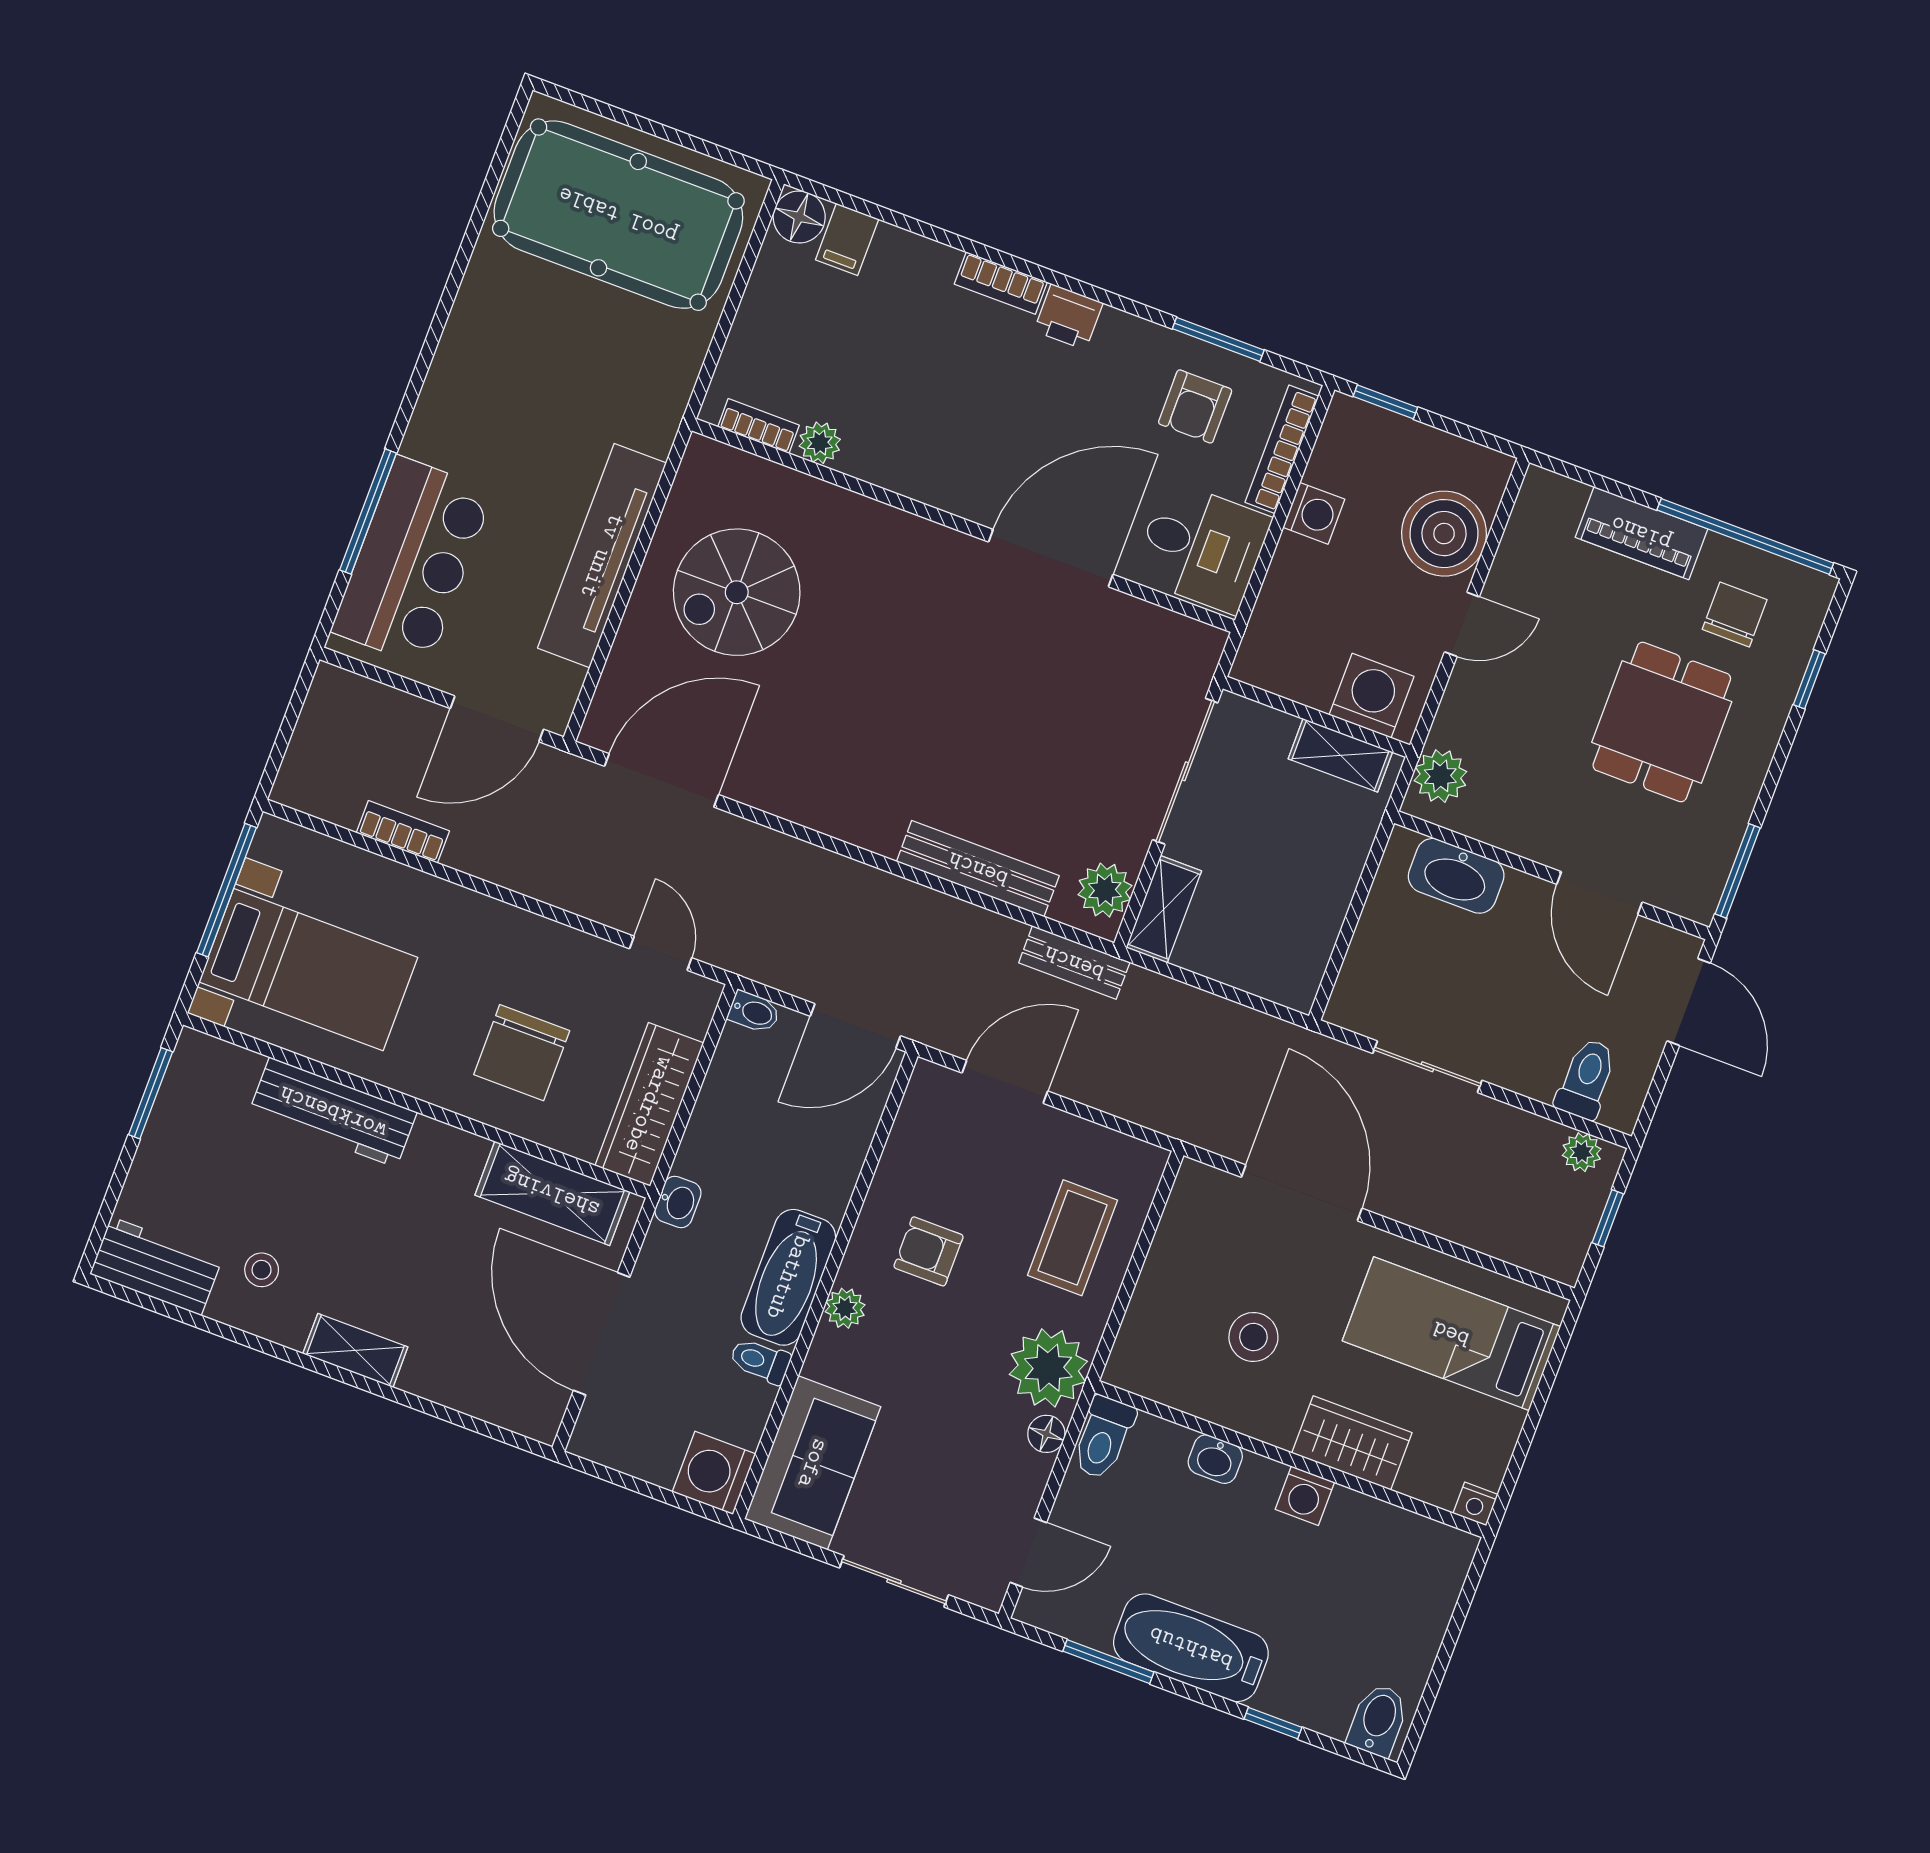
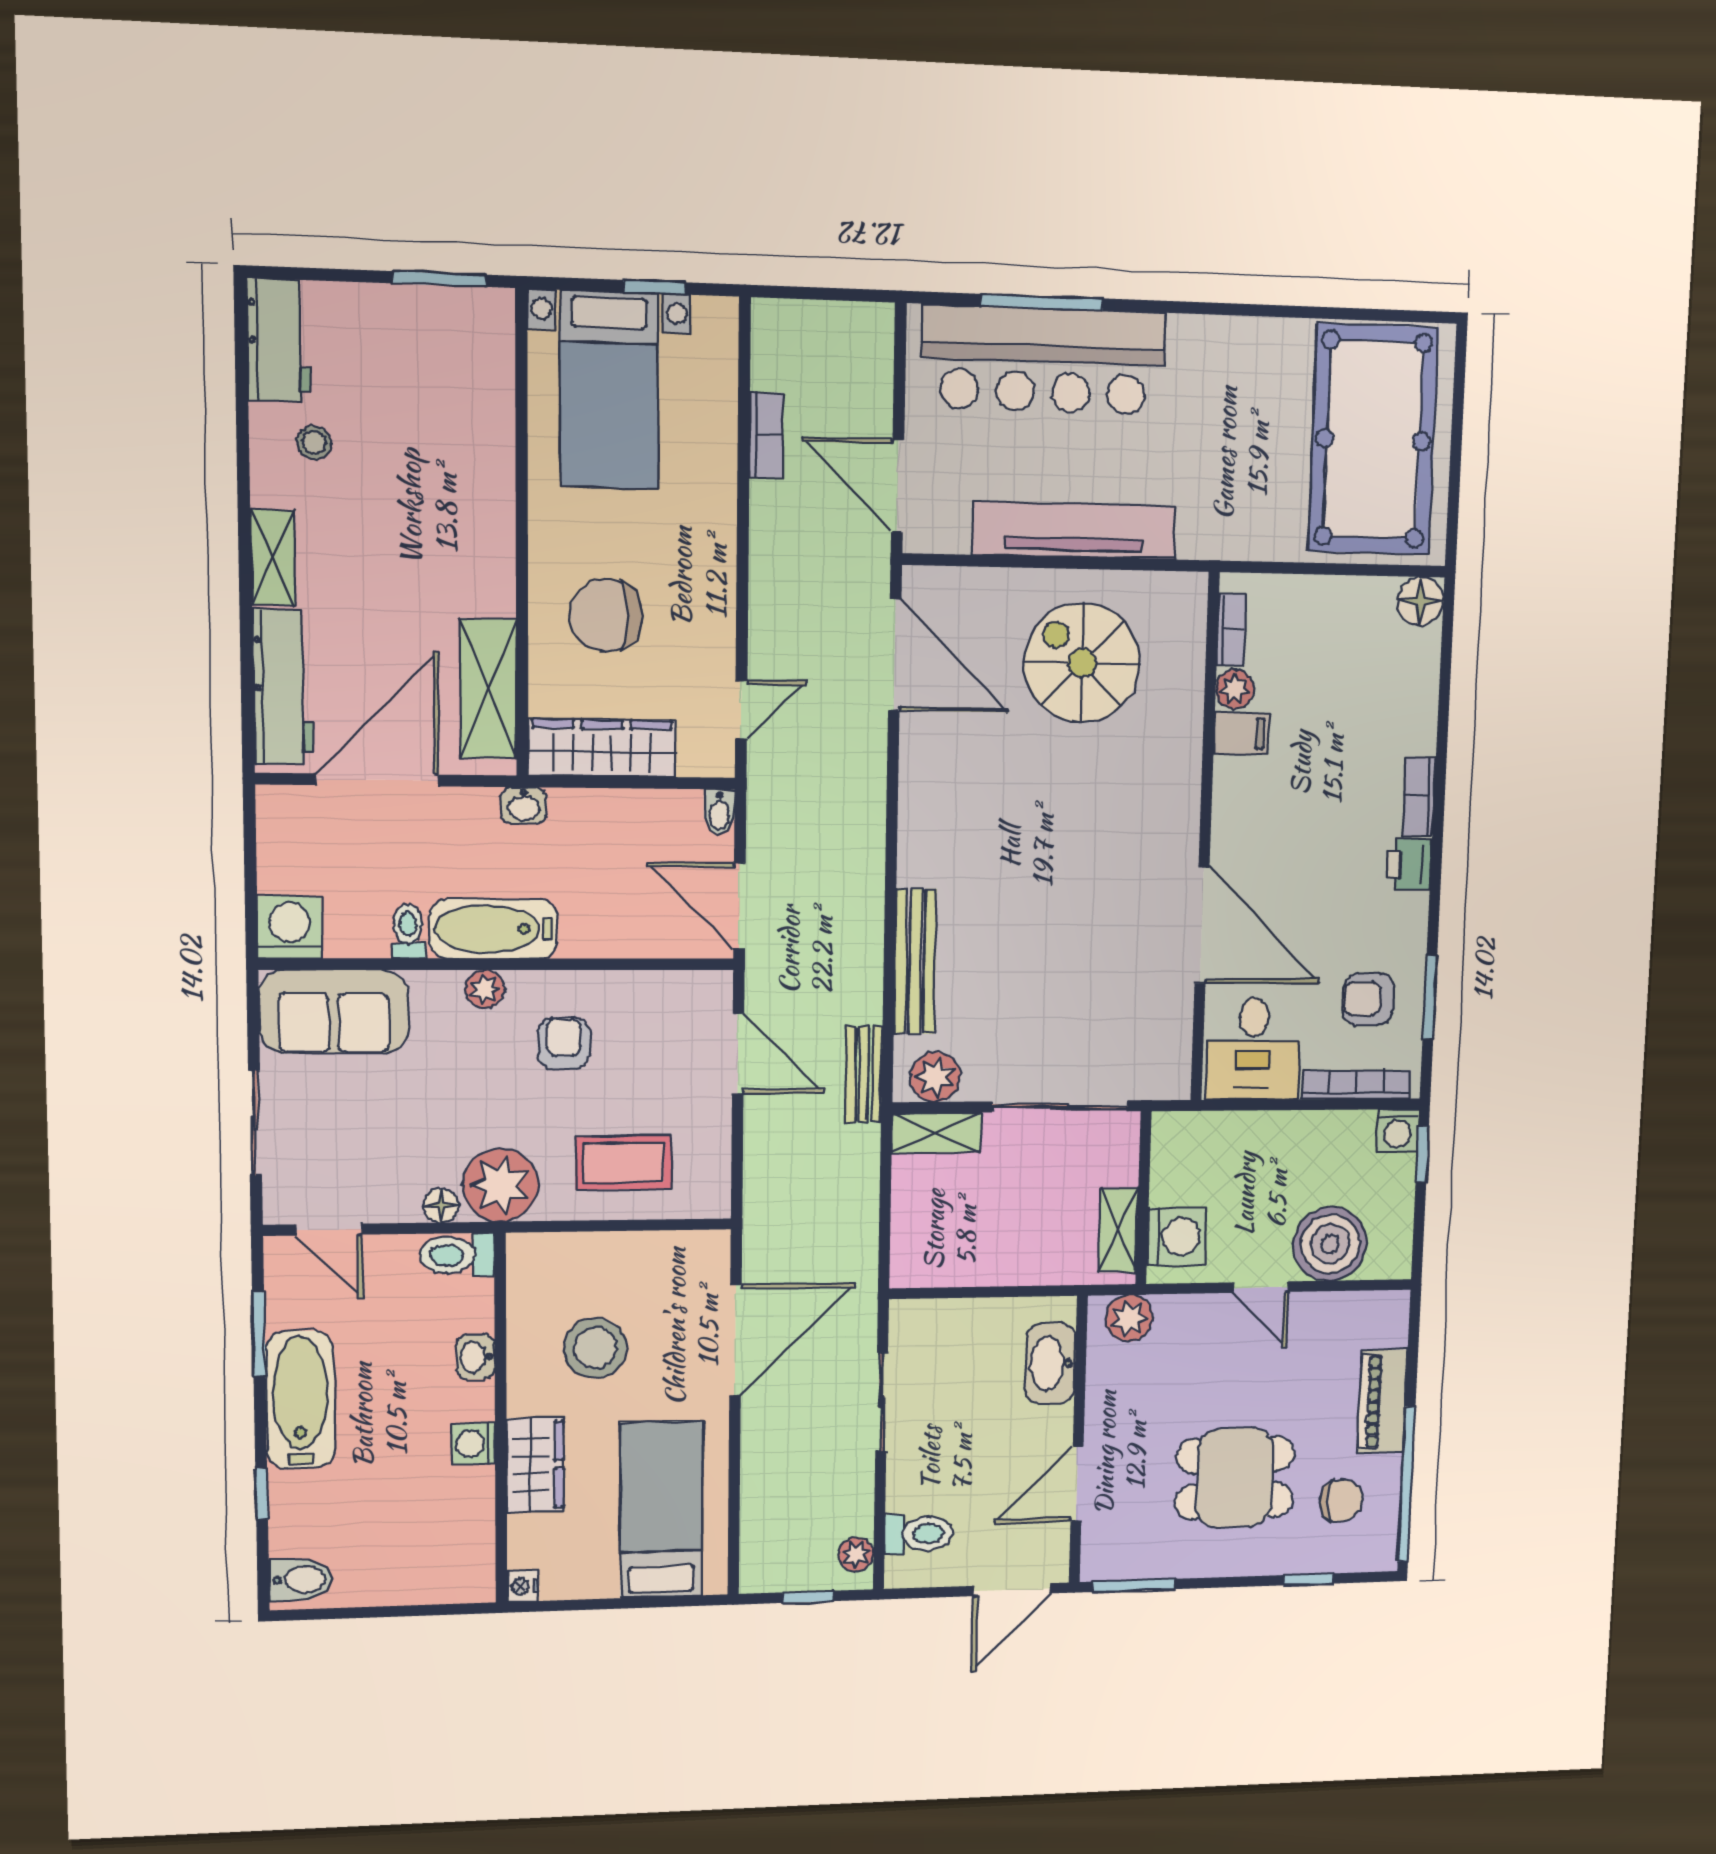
filing cabinet: (847, 239) -> (1241, 734), moved, turned 180
washing machine: (1314, 513) -> (1398, 1130), moved
bar counter: (412, 561) -> (1044, 360), width x1.36
window: (227, 890) -> (654, 287), width x0.46
workbench: (333, 1112) -> (283, 687), moved, turned 180
stool: (1253, 1337) -> (595, 1348), width x1.38, depth x1.38

